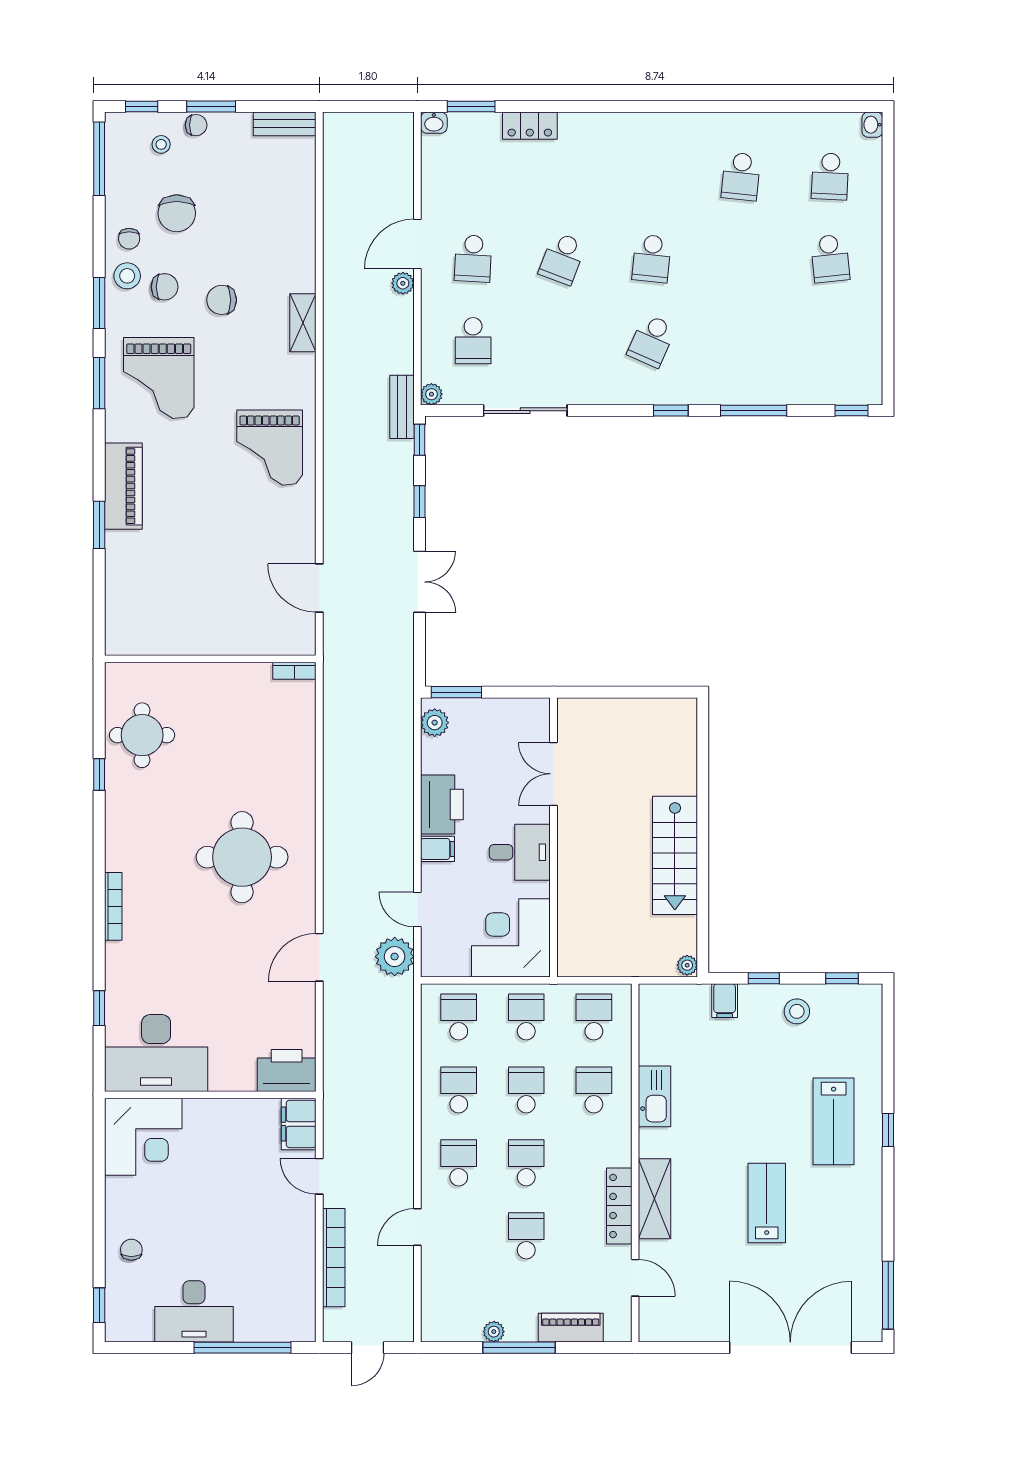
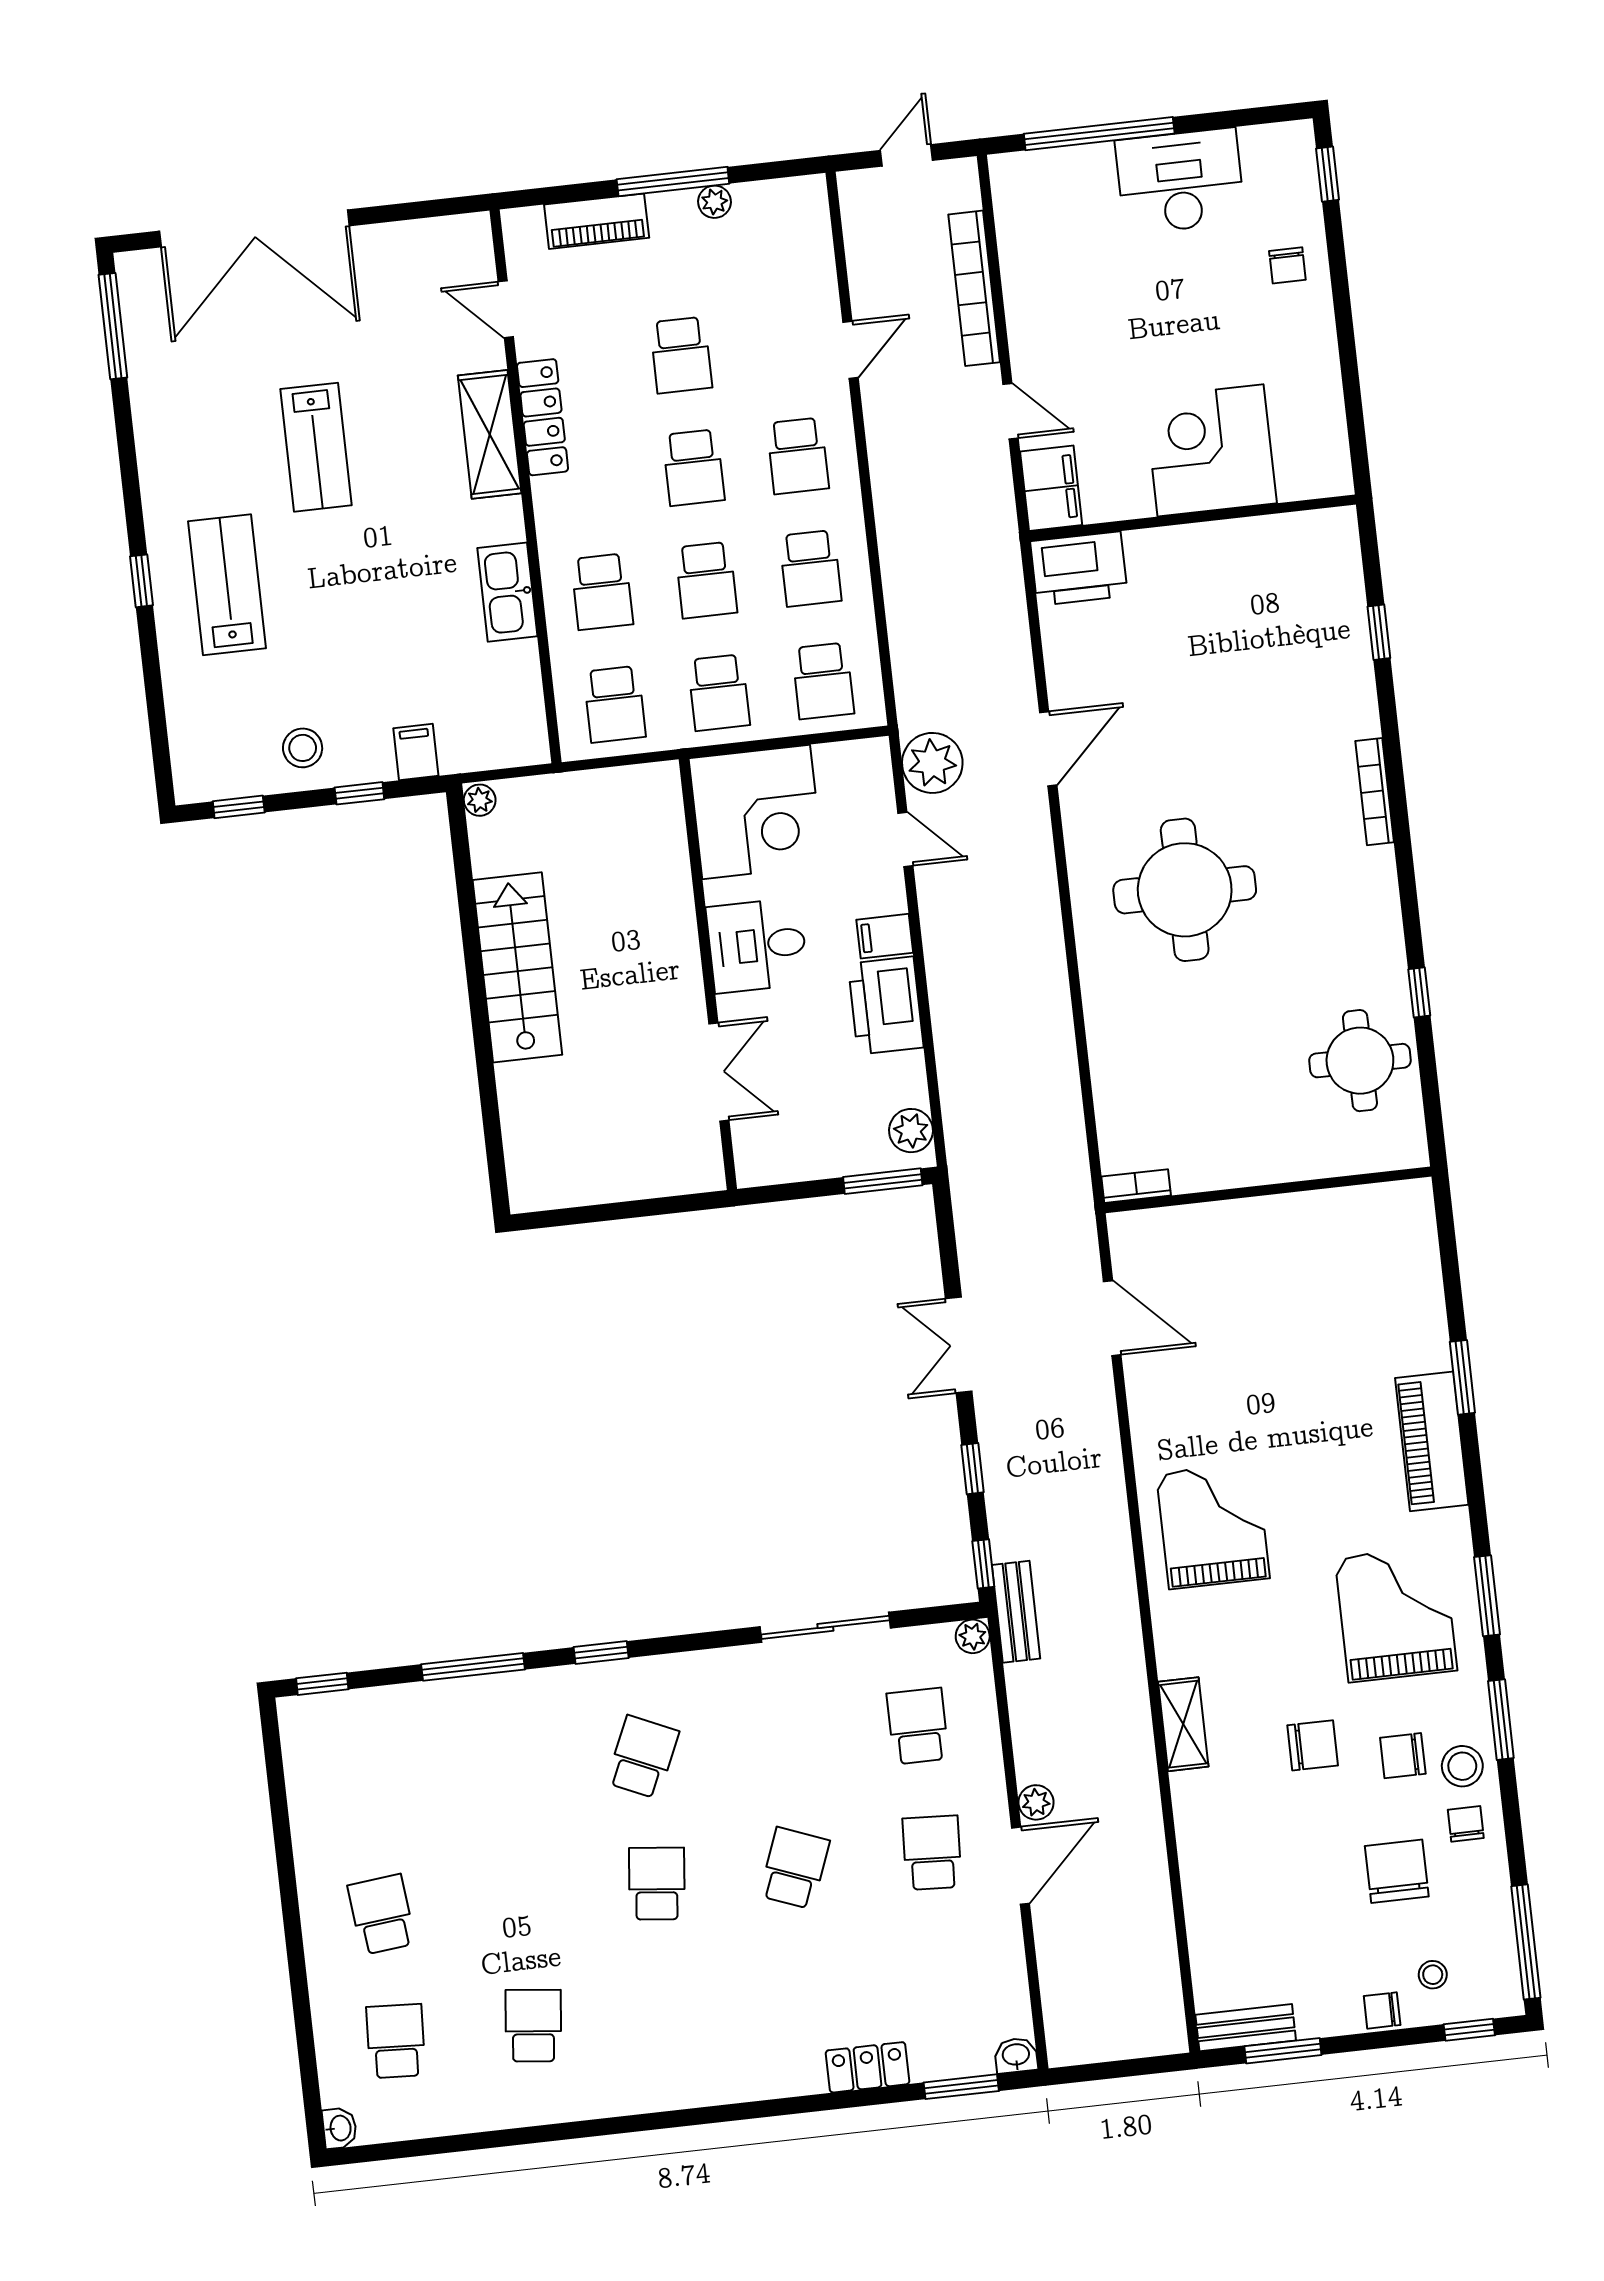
window: (211, 107) -> (1283, 2051), moved
desk: (156, 1053) -> (1283, 573), removed
corner desk: (143, 1137) -> (1211, 450), moved

